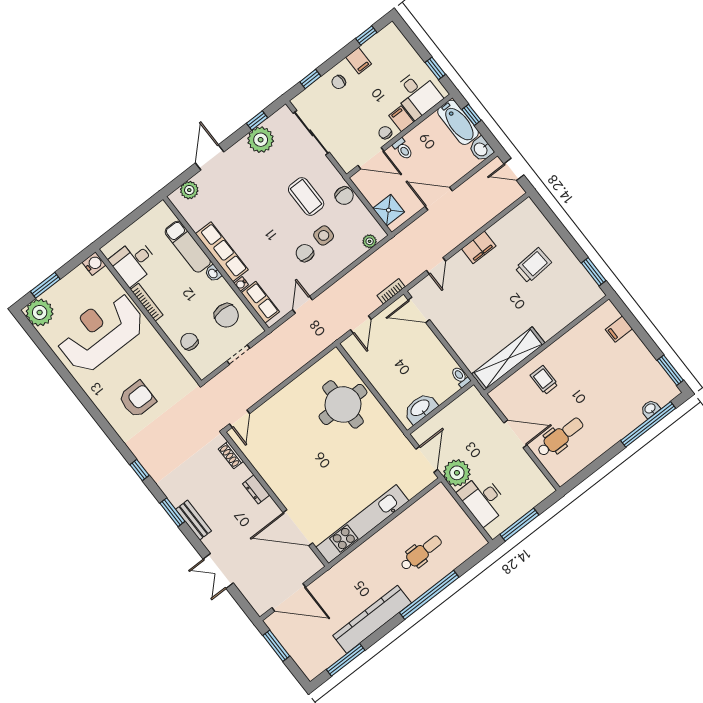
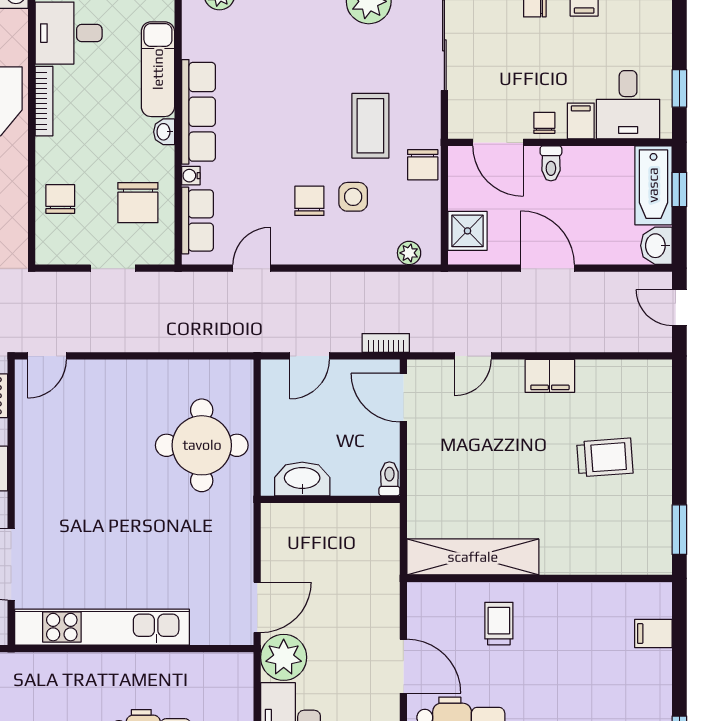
toilet: (461, 377) -> (389, 479), moved
washbasin: (420, 408) -> (302, 479), moved
wall: (441, 408) -> (330, 499), moved

